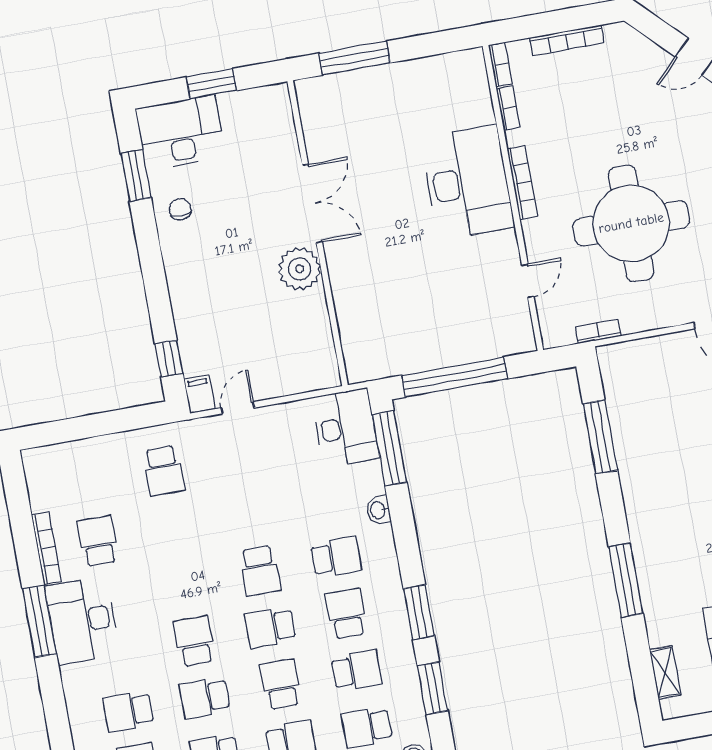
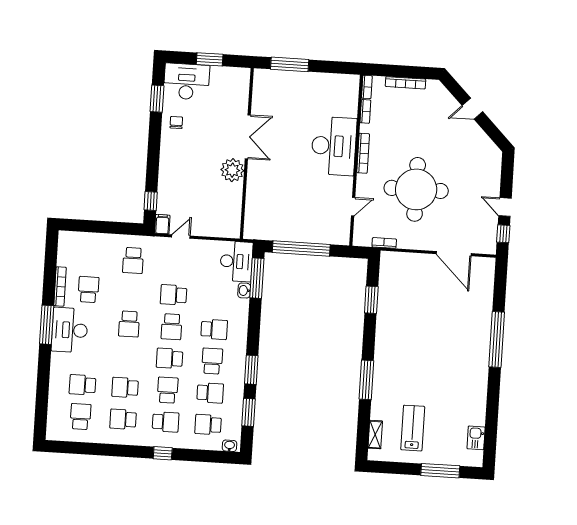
window: (600, 437) -> (371, 300), width x0.69
washbasin: (378, 510) -> (244, 291), moved
school desk: (250, 514) -> (174, 295), added
school desk: (194, 641) -> (129, 324), moved, turned 180

